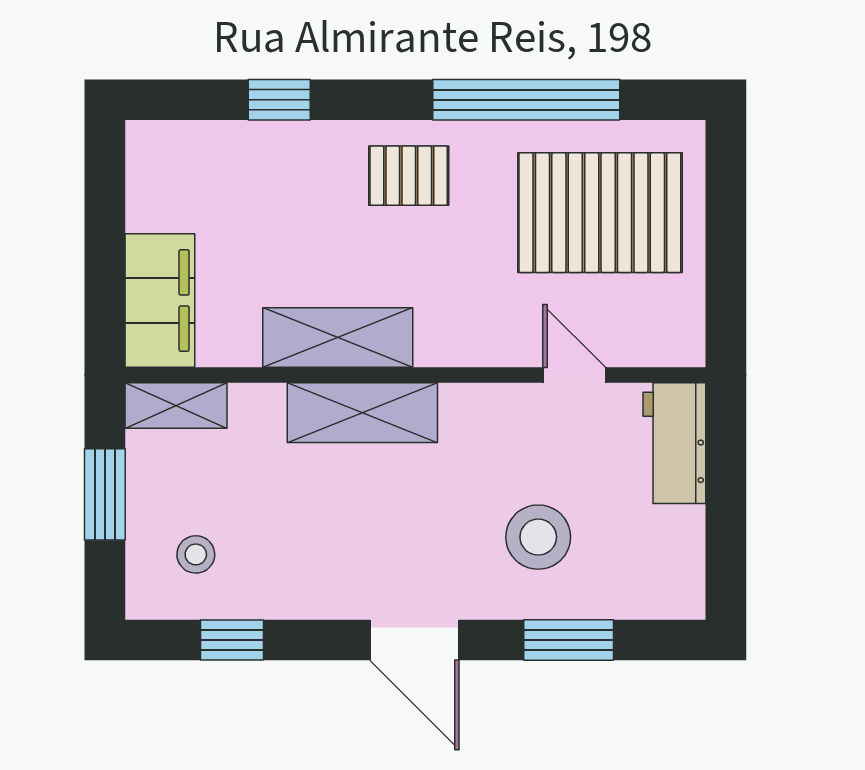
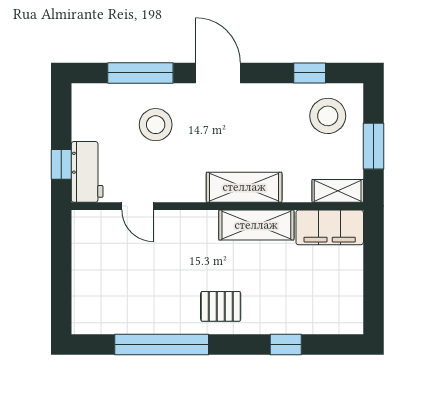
pallet: (600, 213) -> (125, 288), removed
filing cabinet: (160, 300) -> (330, 227), moved, turned -90
window: (726, 458) -> (61, 164), added
stool: (196, 554) -> (328, 116), width x1.89, depth x1.89
window: (569, 640) -> (140, 73), width x1.44

